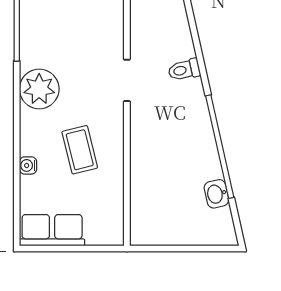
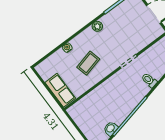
plant: (39, 89) -> (97, 26), width x0.53, depth x0.53
row of seats: (52, 230) -> (60, 90), moved

